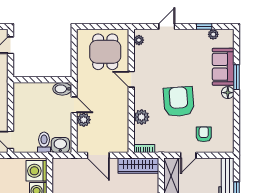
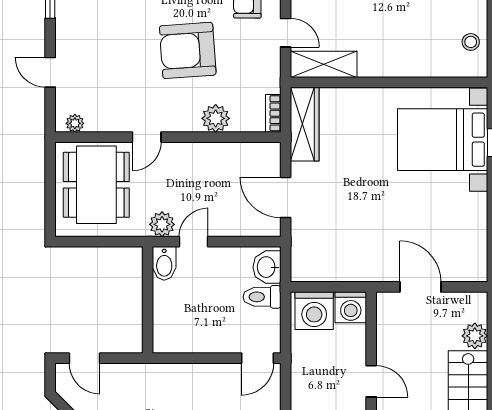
dining table: (105, 52) -> (96, 185), width x1.37
plant: (84, 120) -> (162, 224), moved
door: (98, 155) -> (286, 197), swing flipped

